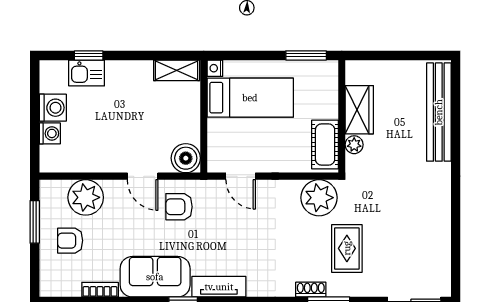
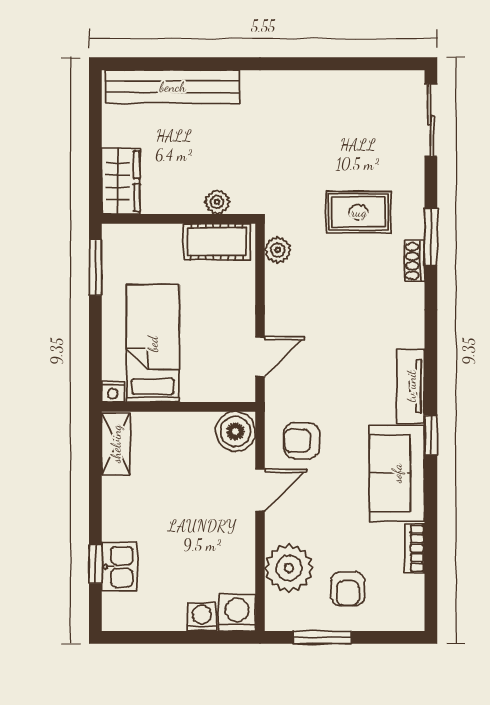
washing machine: (53, 108) -> (237, 613), moved
wardrobe: (359, 110) -> (121, 181), moved, turned 90
plant: (319, 198) -> (278, 250), width x0.53, depth x0.53
armchair: (179, 207) -> (302, 441), turned 90

